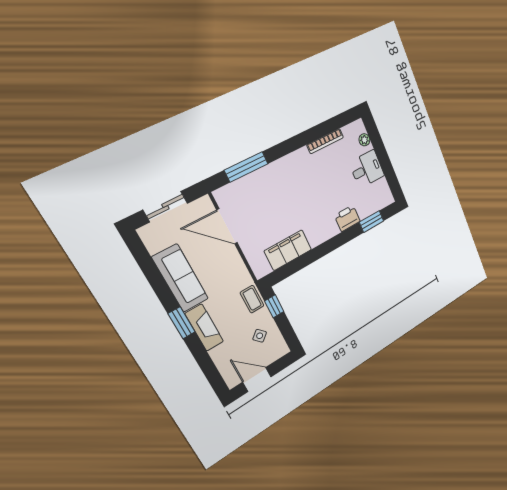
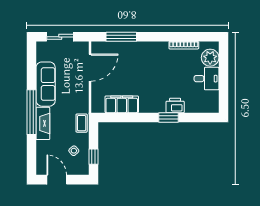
plant: (364, 140) -> (210, 58), width x1.87, depth x1.87
window: (372, 222) -> (168, 118), moved
door: (227, 226) -> (90, 68), swing flipped
window: (274, 306) -> (94, 157), moved
window: (182, 323) -> (31, 112), width x2.11

